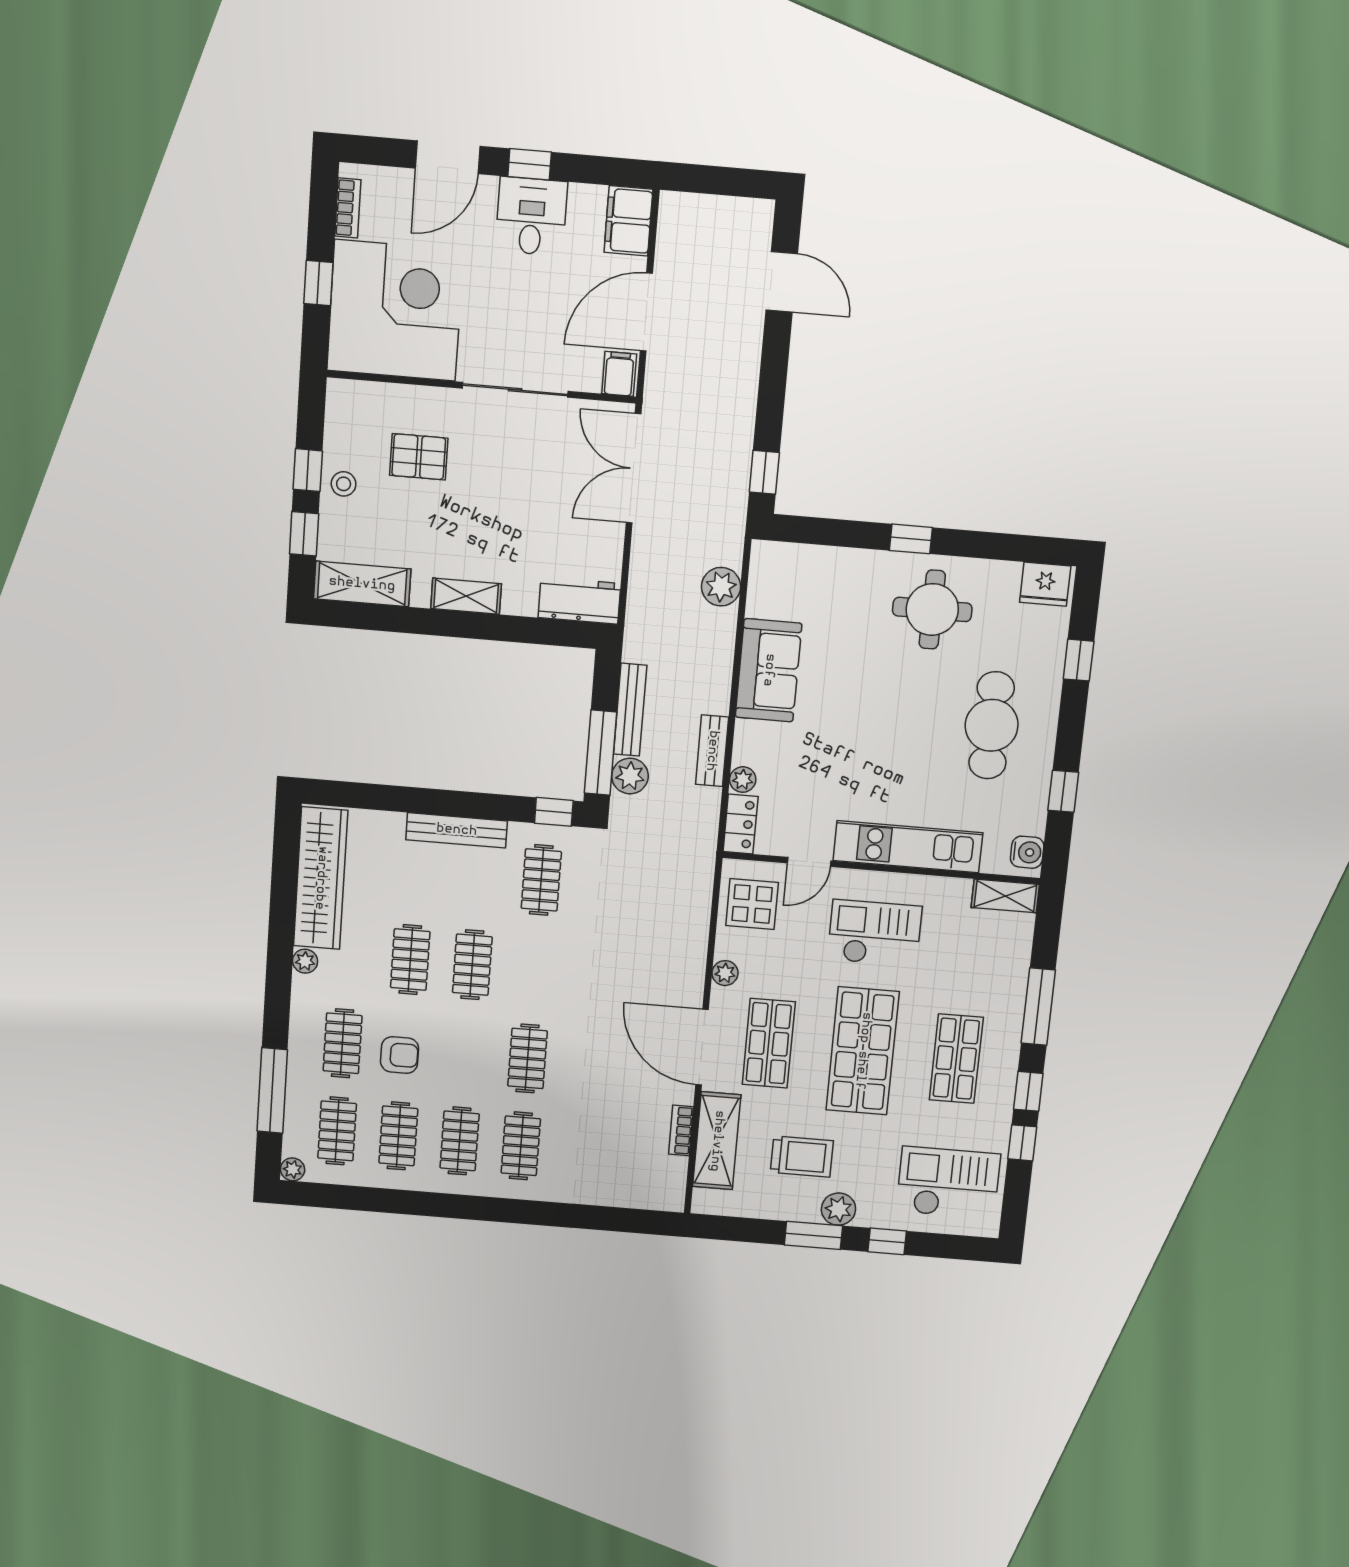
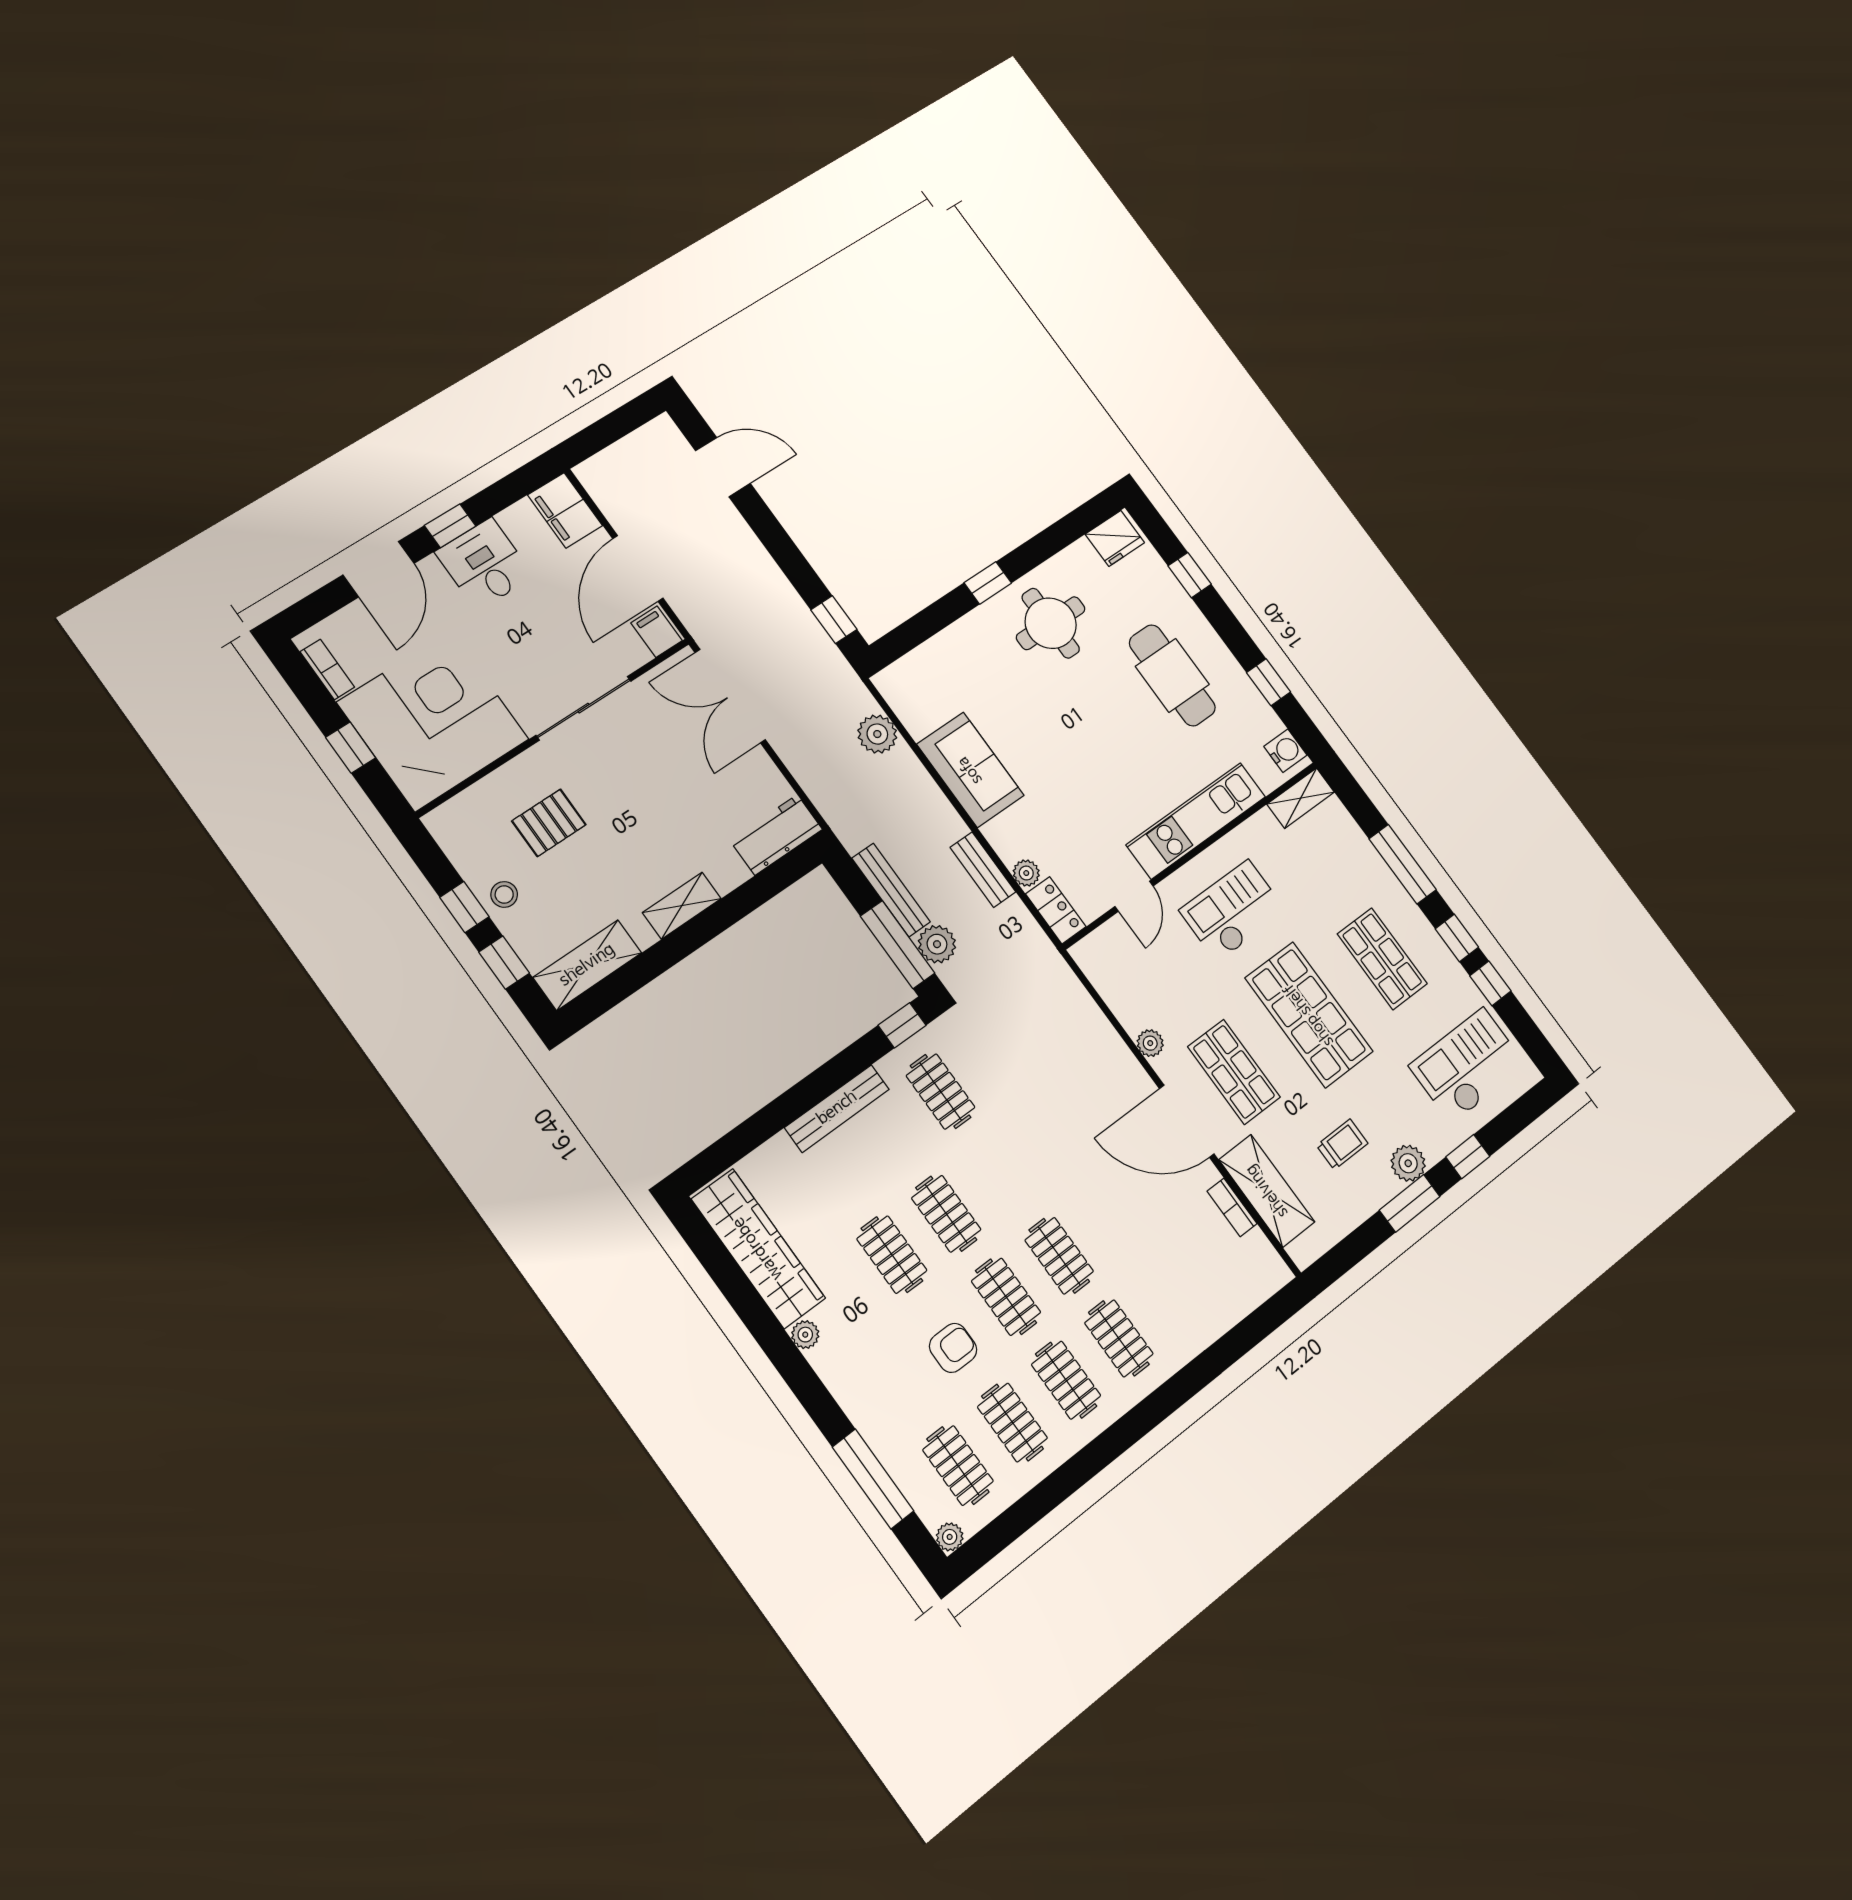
display table: (752, 904) -> (1121, 968), removed
clothes rail: (343, 1043) -> (1006, 1297), moved
trolley: (802, 1157) -> (1342, 1144), width x0.73, depth x0.72

